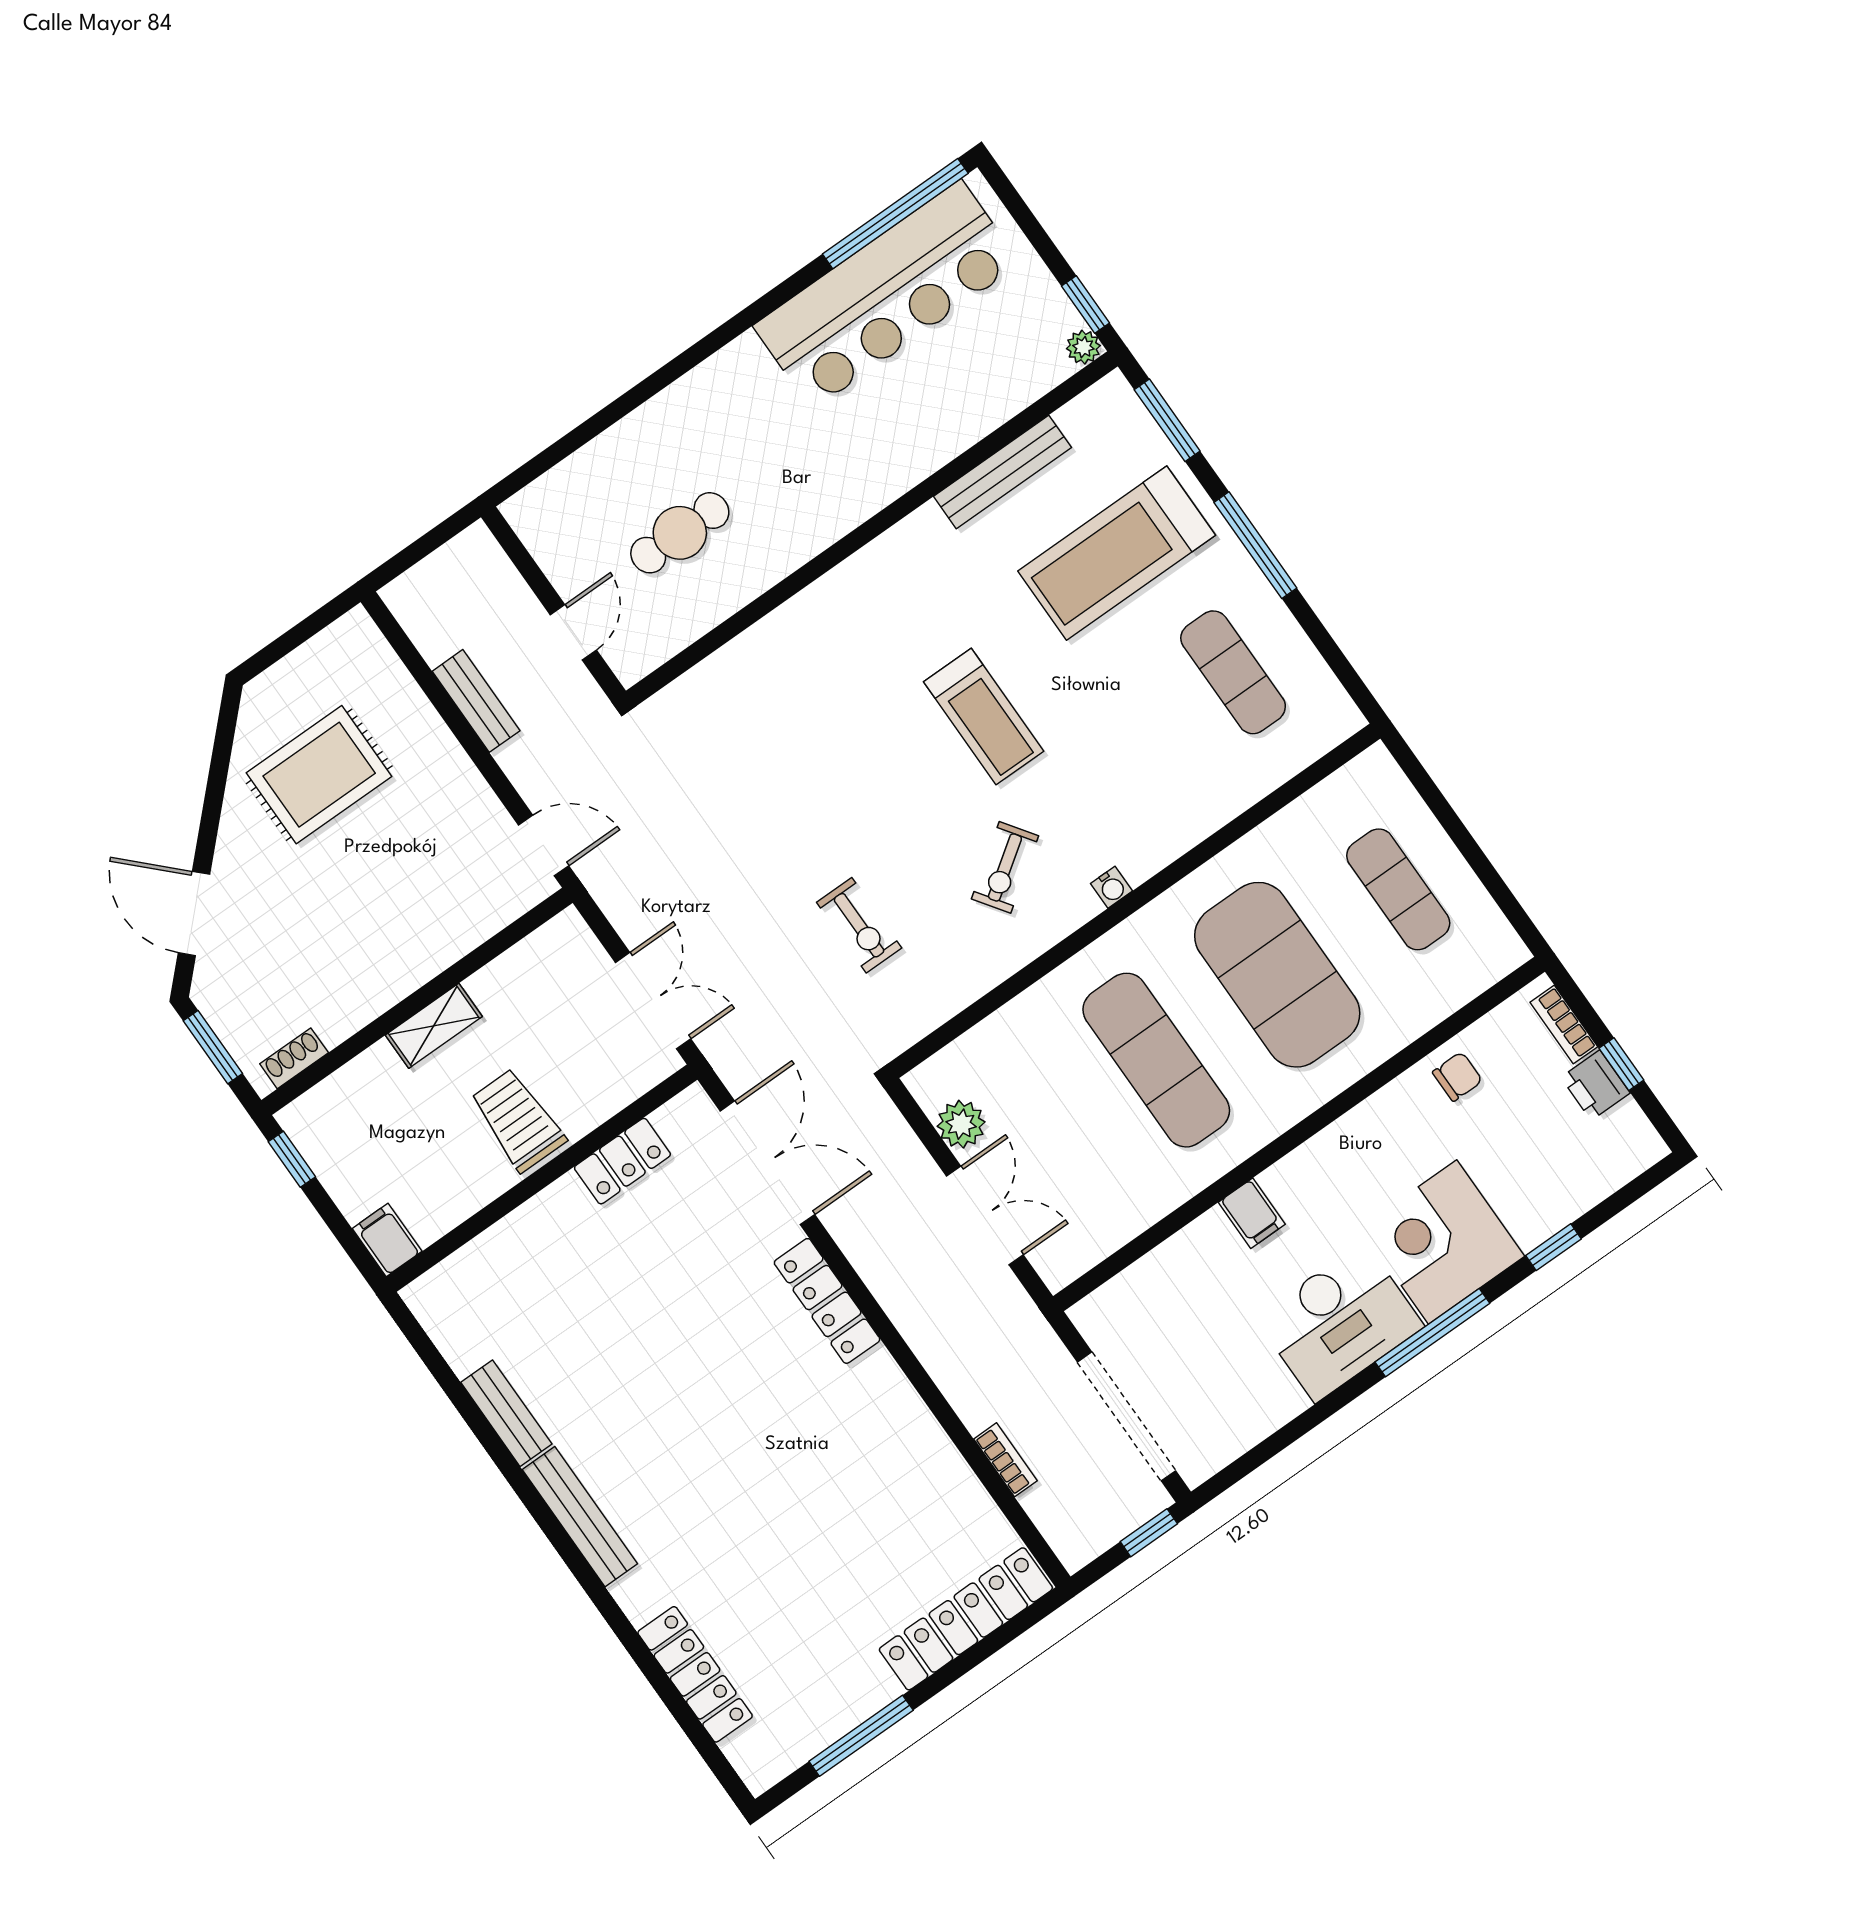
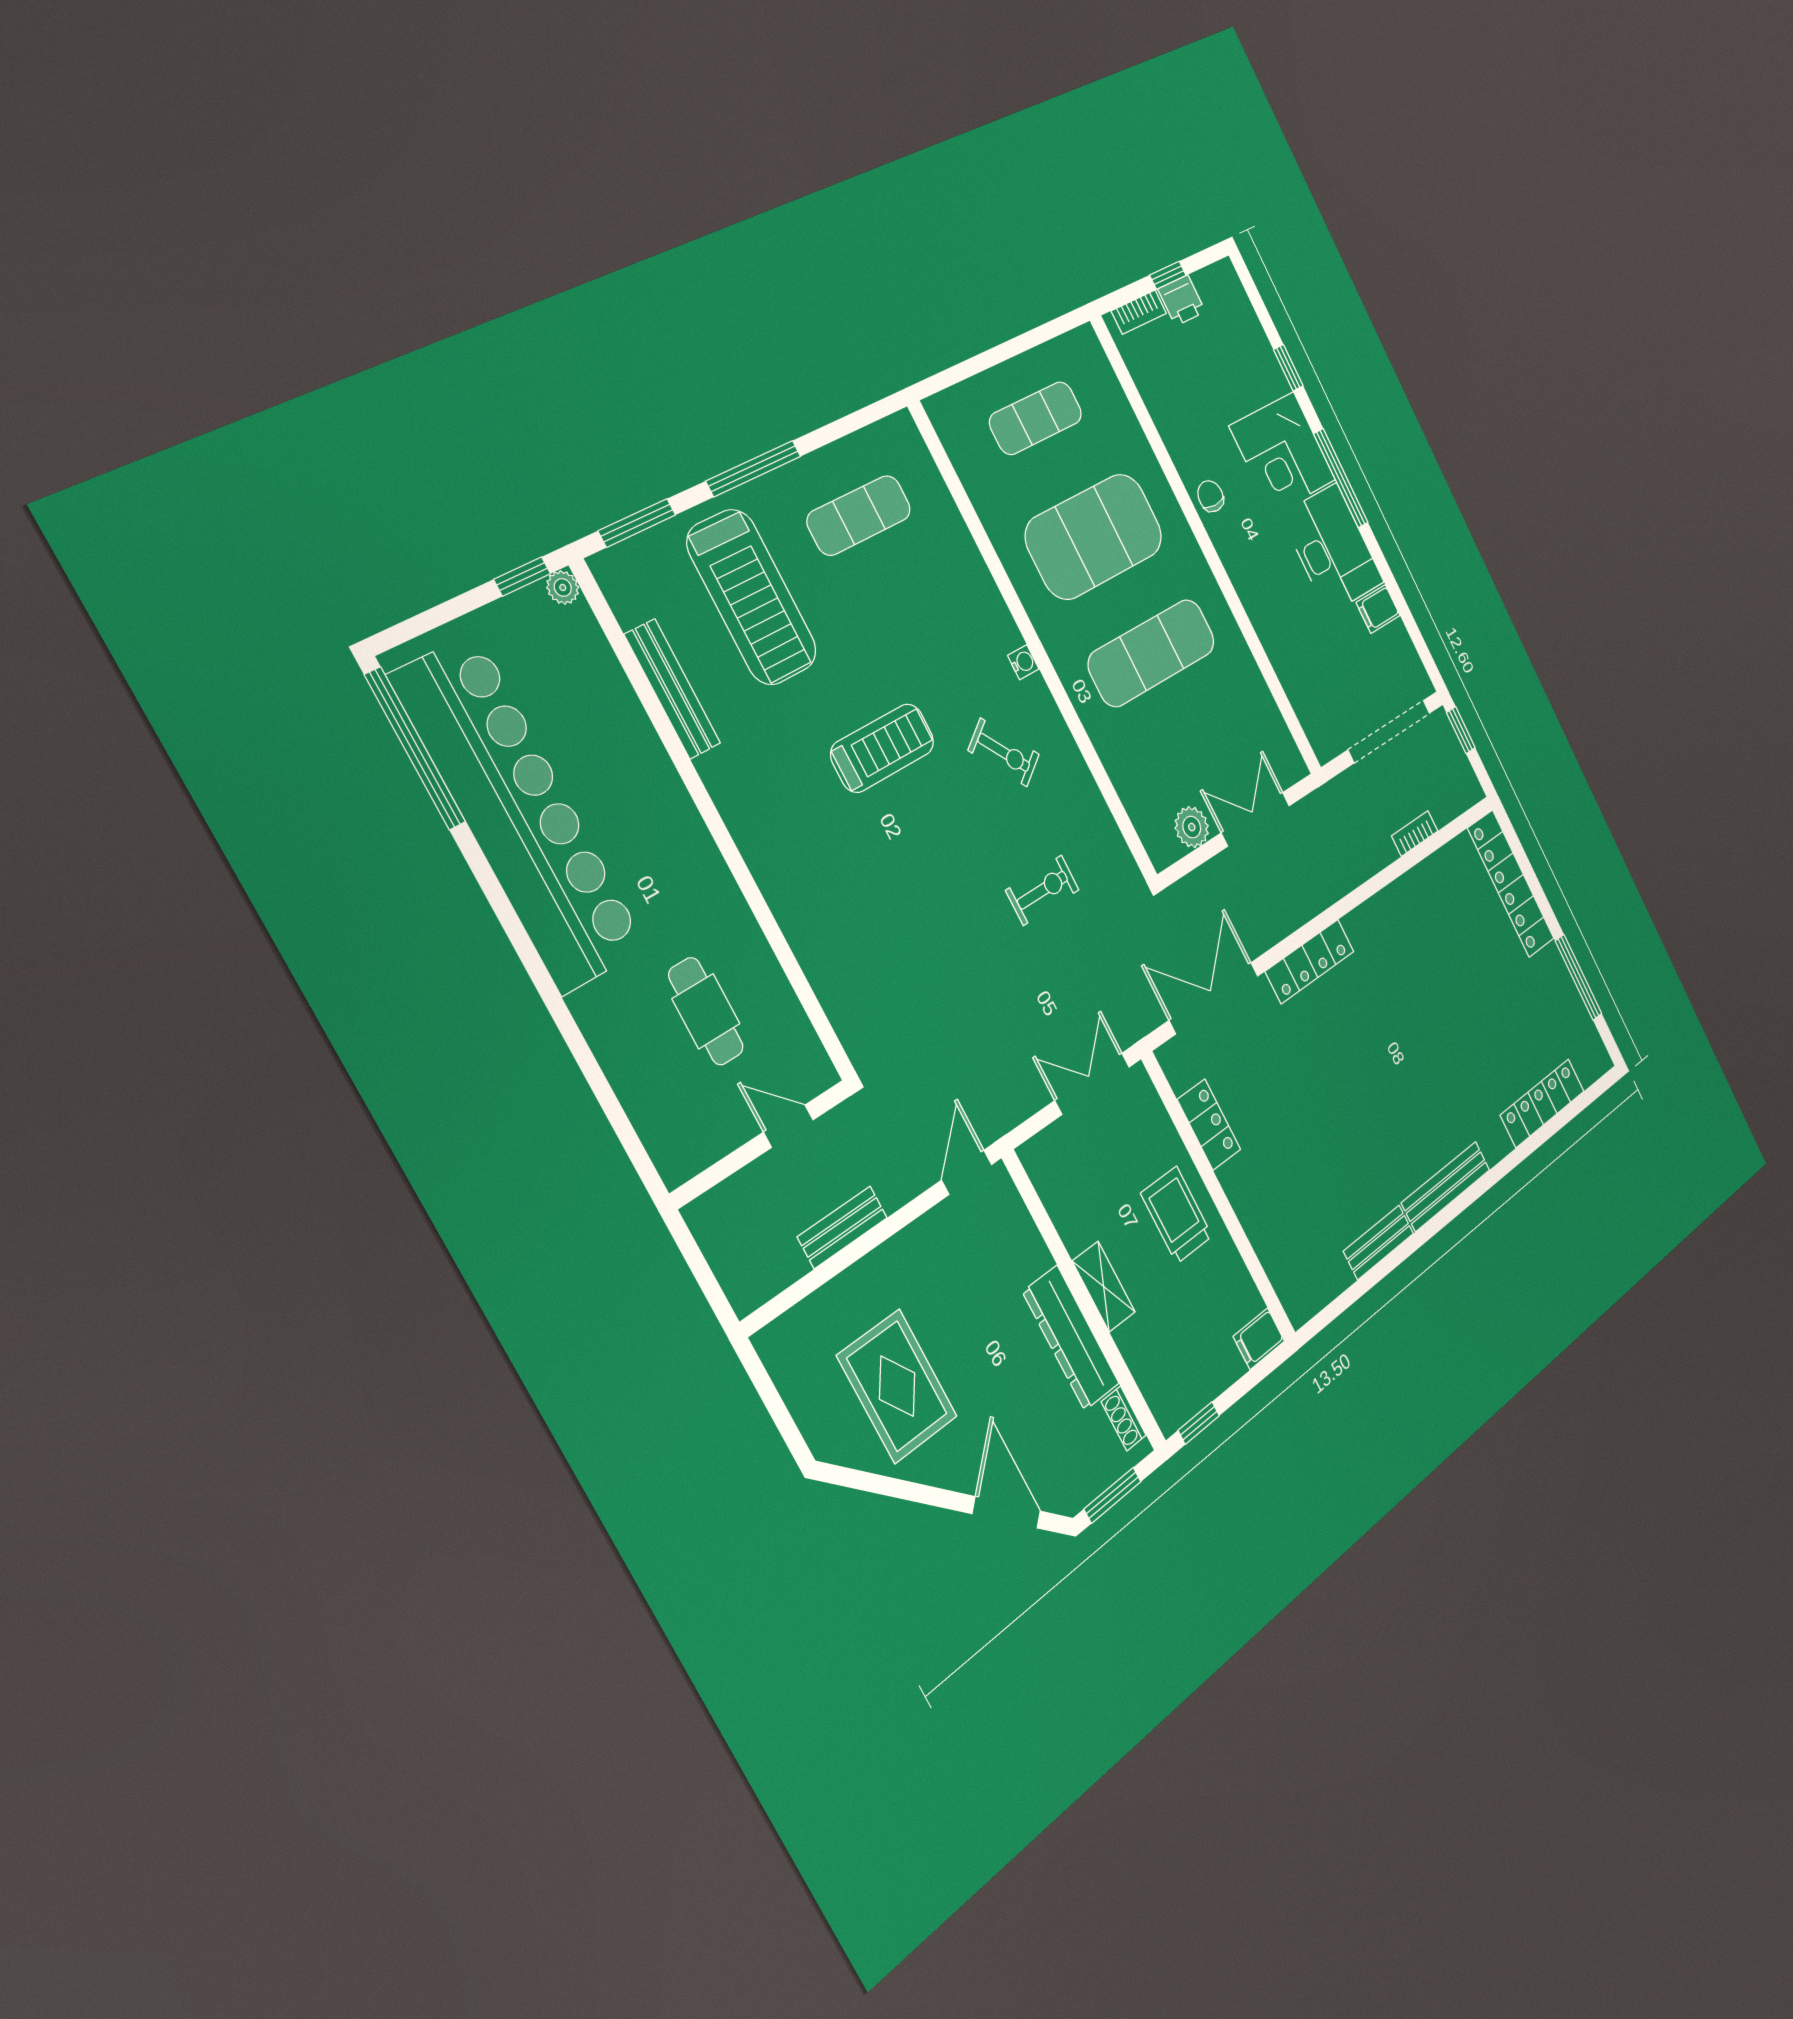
bar counter: (887, 295) -> (519, 814), width x1.36
door: (194, 914) -> (1006, 1512), swing flipped
dresser: (377, 986) -> (1071, 1338), added
chair: (1457, 1077) -> (1211, 496), moved
trolley: (518, 1120) -> (1177, 1215), turned 90
filing cabinet: (1252, 1213) -> (1378, 609), moved, turned 180

